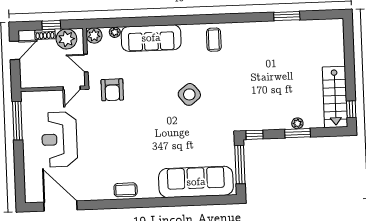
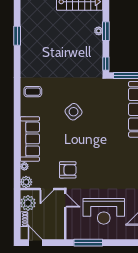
window: (51, 25) -> (17, 214), removed

